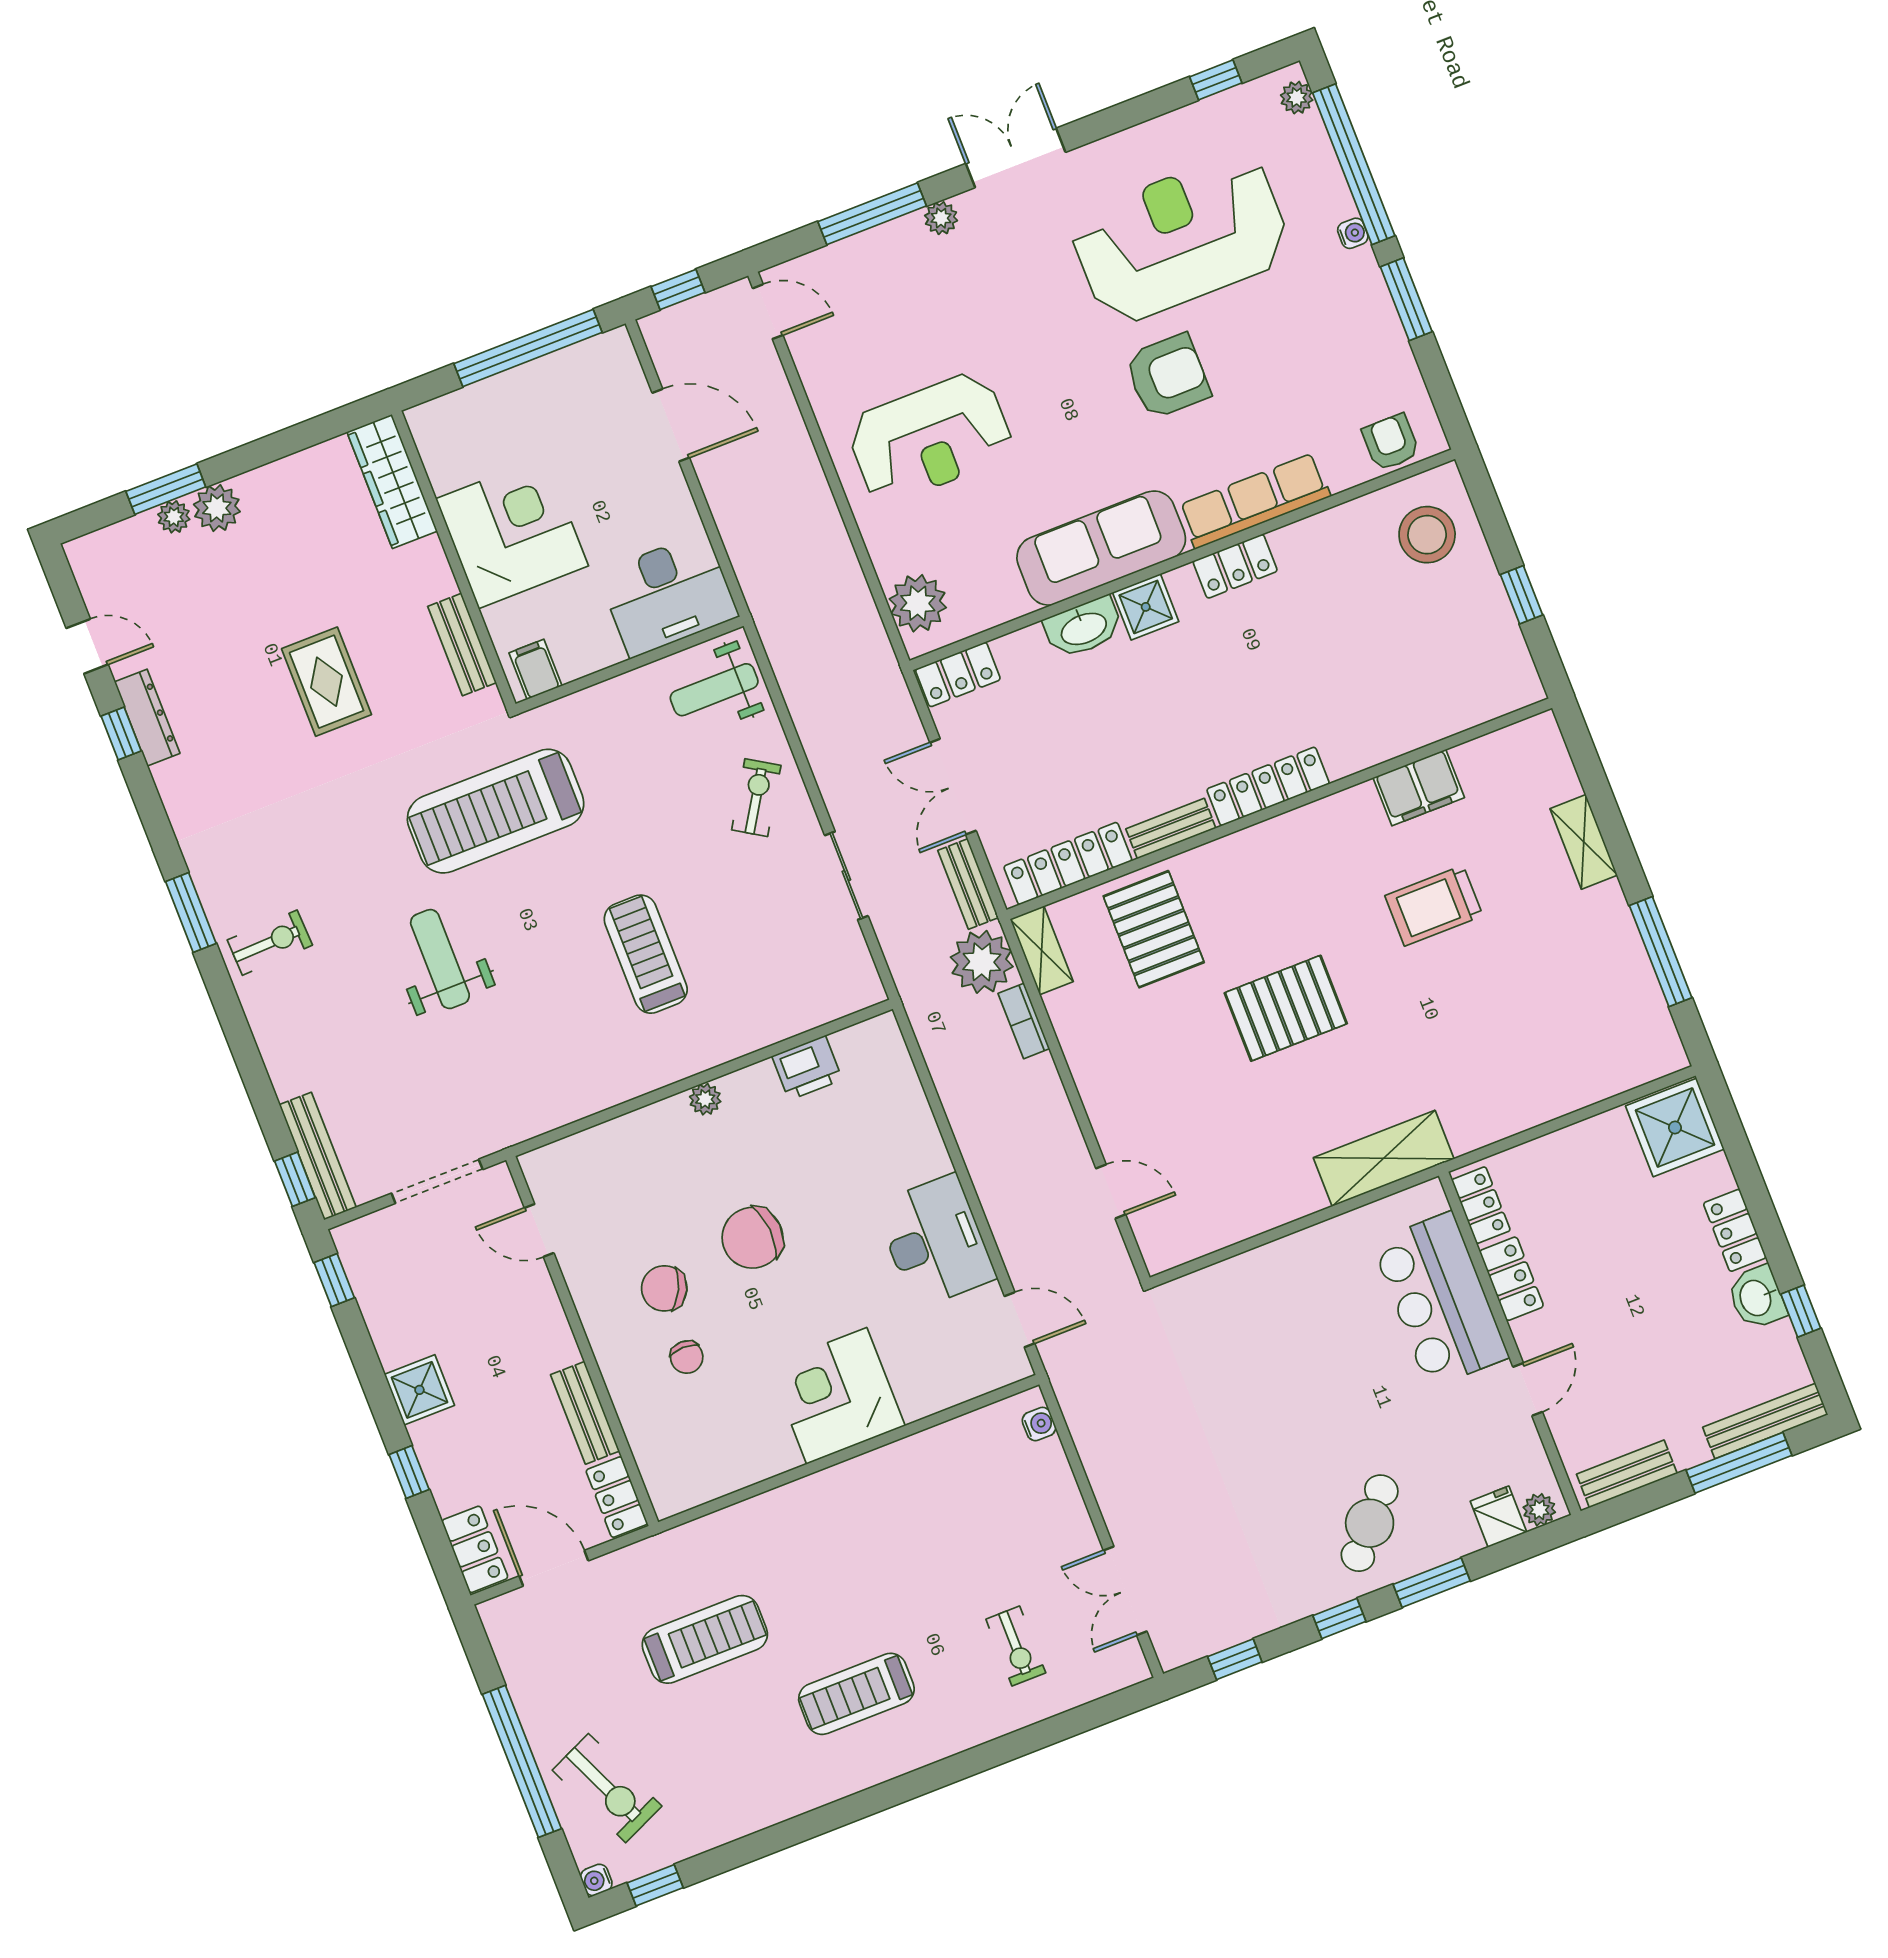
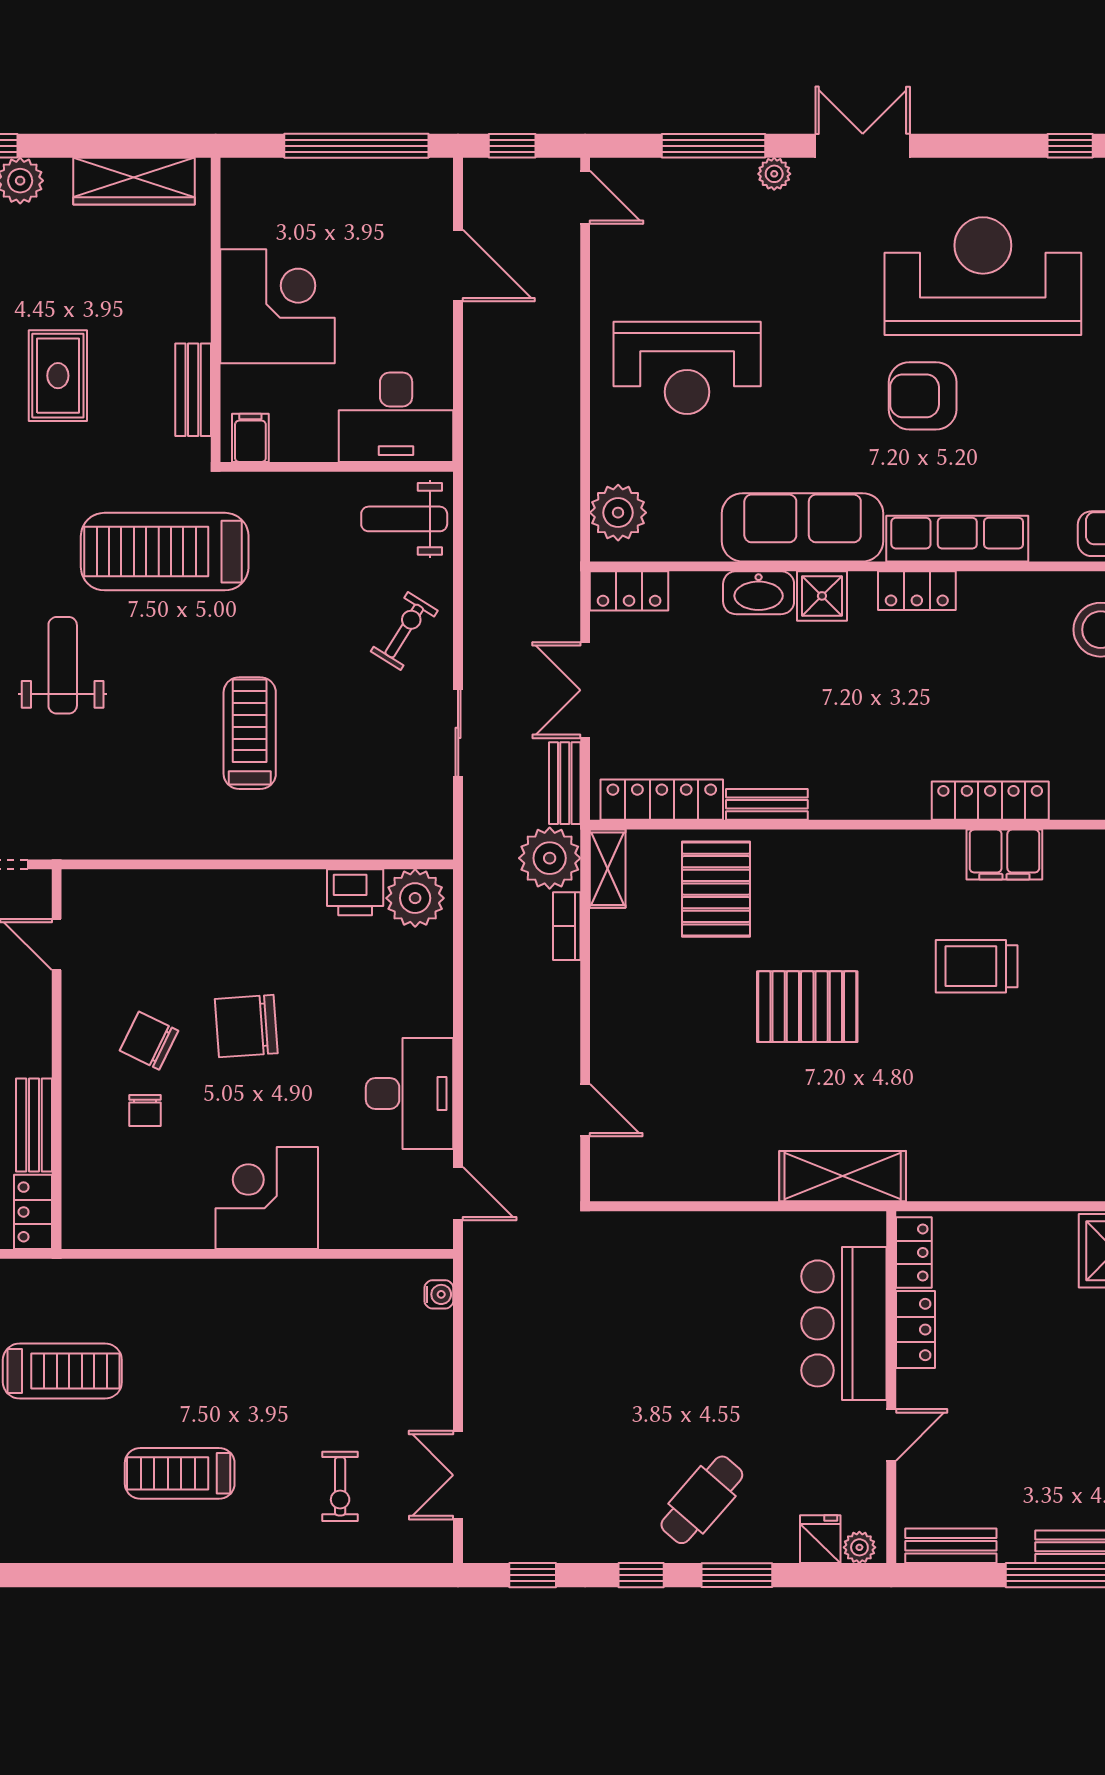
armchair: (1168, 376) -> (923, 396), turned 180
wardrobe: (392, 481) -> (134, 181), moved, turned -90
locker: (1268, 786) -> (990, 801), moved
plant: (705, 1099) -> (415, 898), moved, width x1.88, depth x1.88

